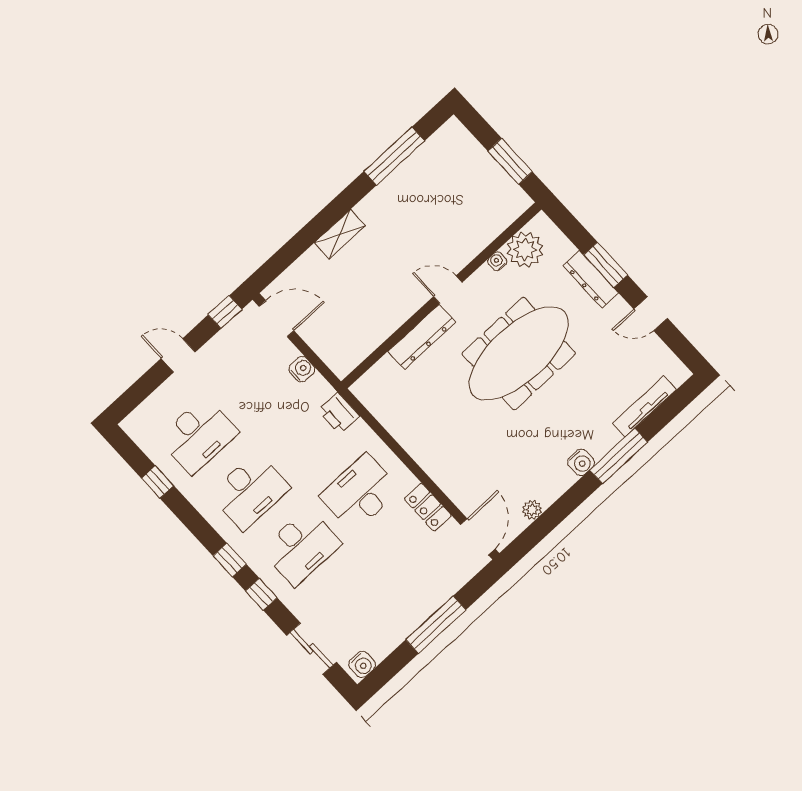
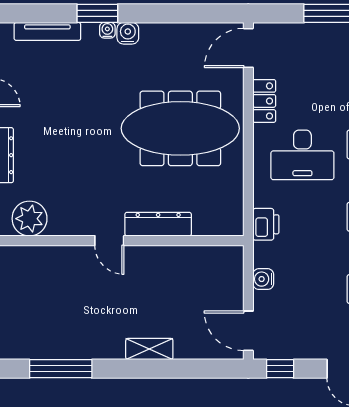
water cooler: (497, 261) -> (107, 30), moved, turned 180
meeting table: (519, 354) -> (180, 128), moved
window: (619, 456) -> (97, 13), width x0.69
plant: (532, 510) -> (193, 32), removed

